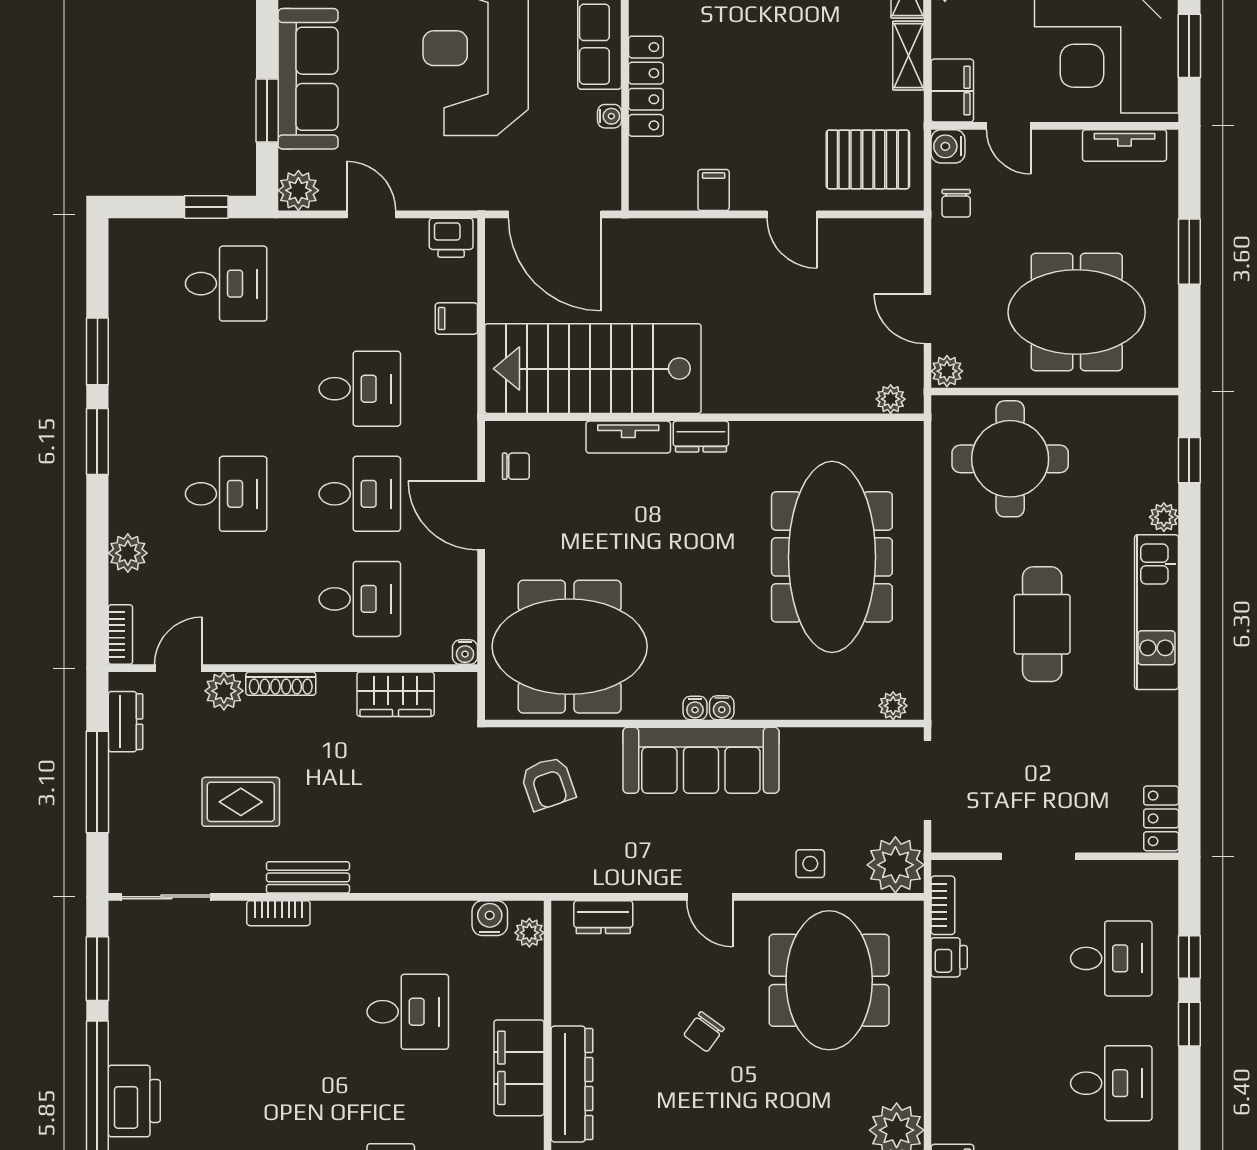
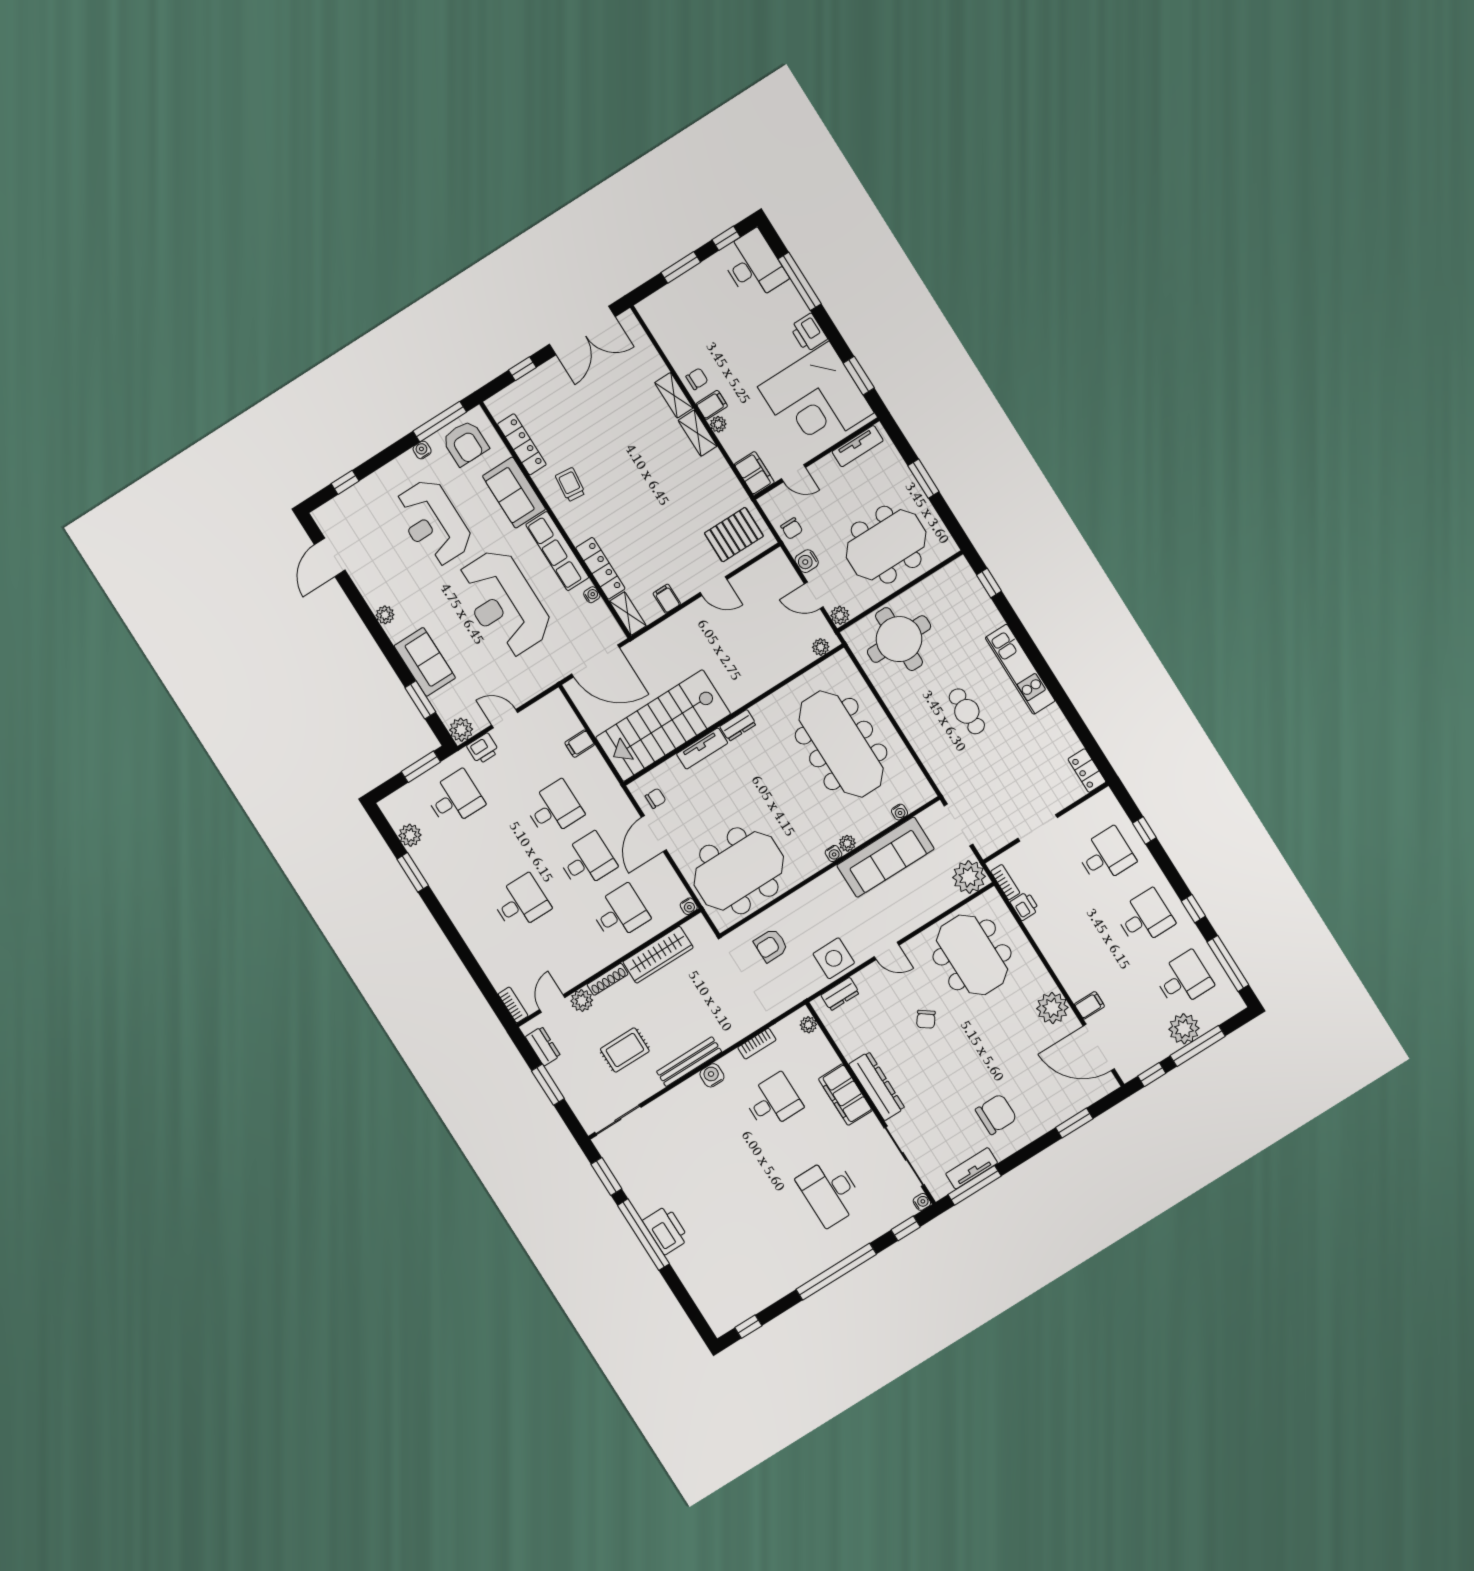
shelving: (908, 56) -> (628, 614), moved
sofa: (308, 79) -> (425, 662), width x0.73
water cooler: (948, 146) -> (807, 561), moved
window: (206, 207) -> (421, 767), width x1.50
printer: (451, 238) -> (483, 749), moved
window: (97, 441) -> (441, 917), removed
door: (481, 516) -> (654, 834), hinge flipped
plant: (1164, 517) -> (994, 620), removed
plant: (128, 553) -> (410, 835), moved
cafe table: (1042, 624) -> (967, 711), width x0.73, depth x0.74
wardrobe: (396, 694) -> (658, 955), width x1.50
plant: (893, 706) -> (847, 843), moved
water cooler: (695, 708) -> (899, 812), moved
sofa: (701, 760) -> (885, 857), moved
window: (97, 782) -> (548, 1085), width x0.69
armchair: (548, 783) -> (771, 945), turned 109
side table: (810, 864) -> (834, 958), moved, width x1.87, depth x1.87
bench: (308, 877) -> (689, 1062), width x1.36
bookcase: (278, 913) -> (757, 1044), moved
water cooler: (490, 918) -> (712, 1075), moved
window: (1189, 1024) -> (1193, 909), moved

